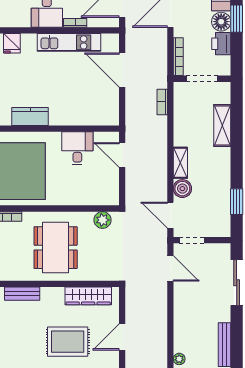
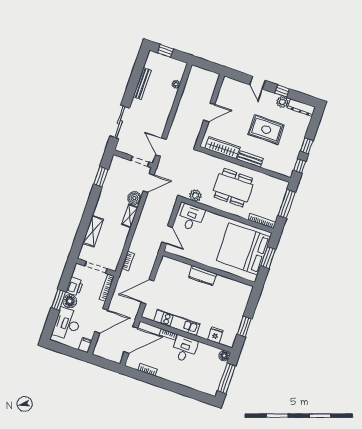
door: (122, 70) -> (148, 292), swing flipped
kitchen counter: (30, 116) -> (202, 276), moved
desk: (77, 148) -> (191, 217), moved, turned 180
door: (170, 215) -> (149, 183), hinge flipped
dining table: (56, 248) -> (233, 188), turned 90
bench: (22, 294) -> (250, 159), moved
rug: (68, 342) -> (266, 130), moved

